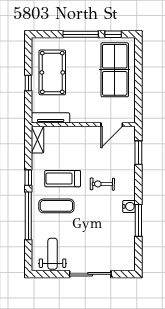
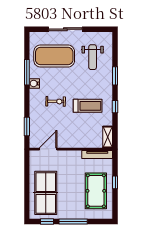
exercise mat: (56, 206) -> (54, 56), moved, width x2.00, depth x1.45
window: (28, 216) -> (115, 76), width x0.47
weight bench: (53, 254) -> (93, 57), moved

